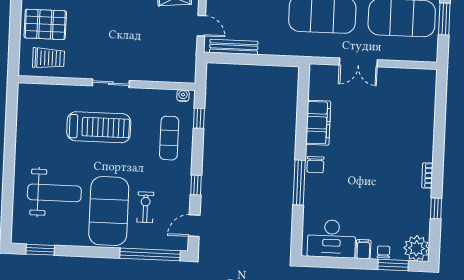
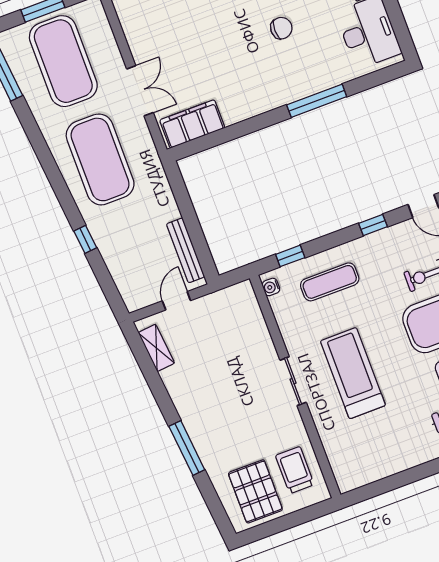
filing cabinet: (318, 123) -> (192, 124), moved
chair: (315, 165) -> (281, 28), moved

